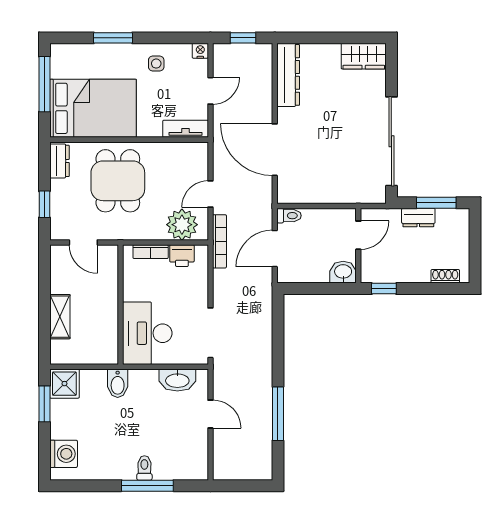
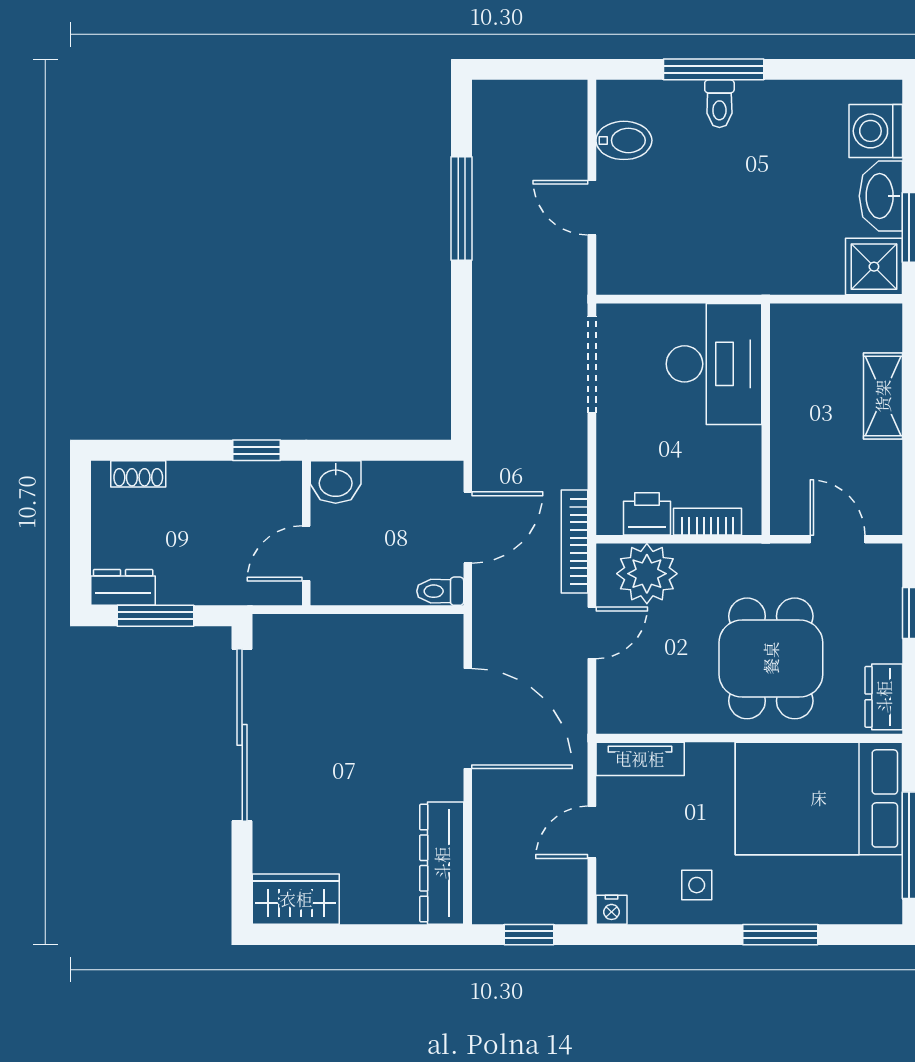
dresser: (418, 218) -> (123, 587), moved
washbasin: (177, 380) -> (881, 196), moved, turned -90
bidet: (118, 383) -> (624, 140), moved, turned 90

